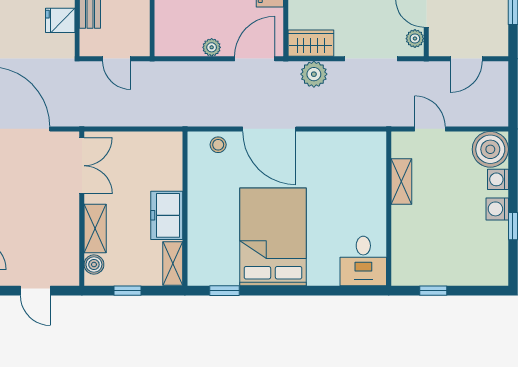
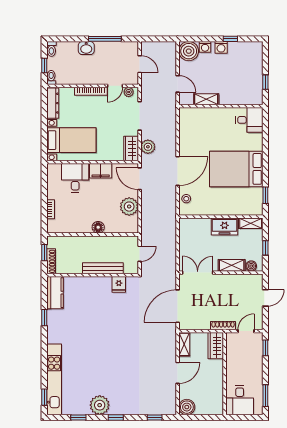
plant: (212, 47) -> (129, 207), width x1.88, depth x1.88
door: (430, 129) -> (178, 84), swing flipped

